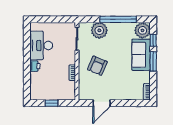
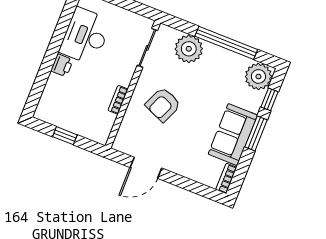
sofa: (141, 55) -> (233, 135), moved

